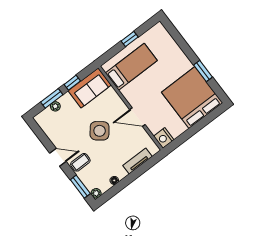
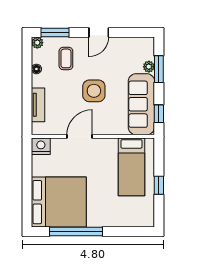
window: (203, 71) -> (76, 232), width x2.11
window: (72, 83) -> (159, 114), moved
sofa: (90, 88) -> (141, 104), width x1.36
side table: (100, 131) -> (94, 91), turned -38
coffee table: (80, 162) -> (66, 58), moved

